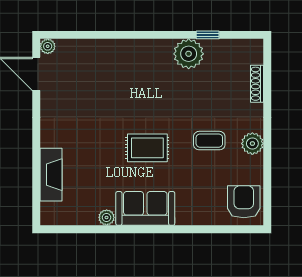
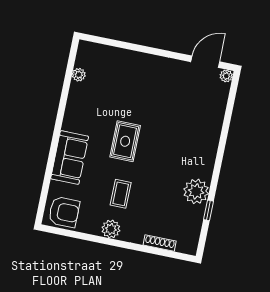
fireplace: (51, 175) -> (119, 57), removed
sofa: (145, 208) -> (70, 158), moved
plant: (107, 217) -> (79, 75), moved

